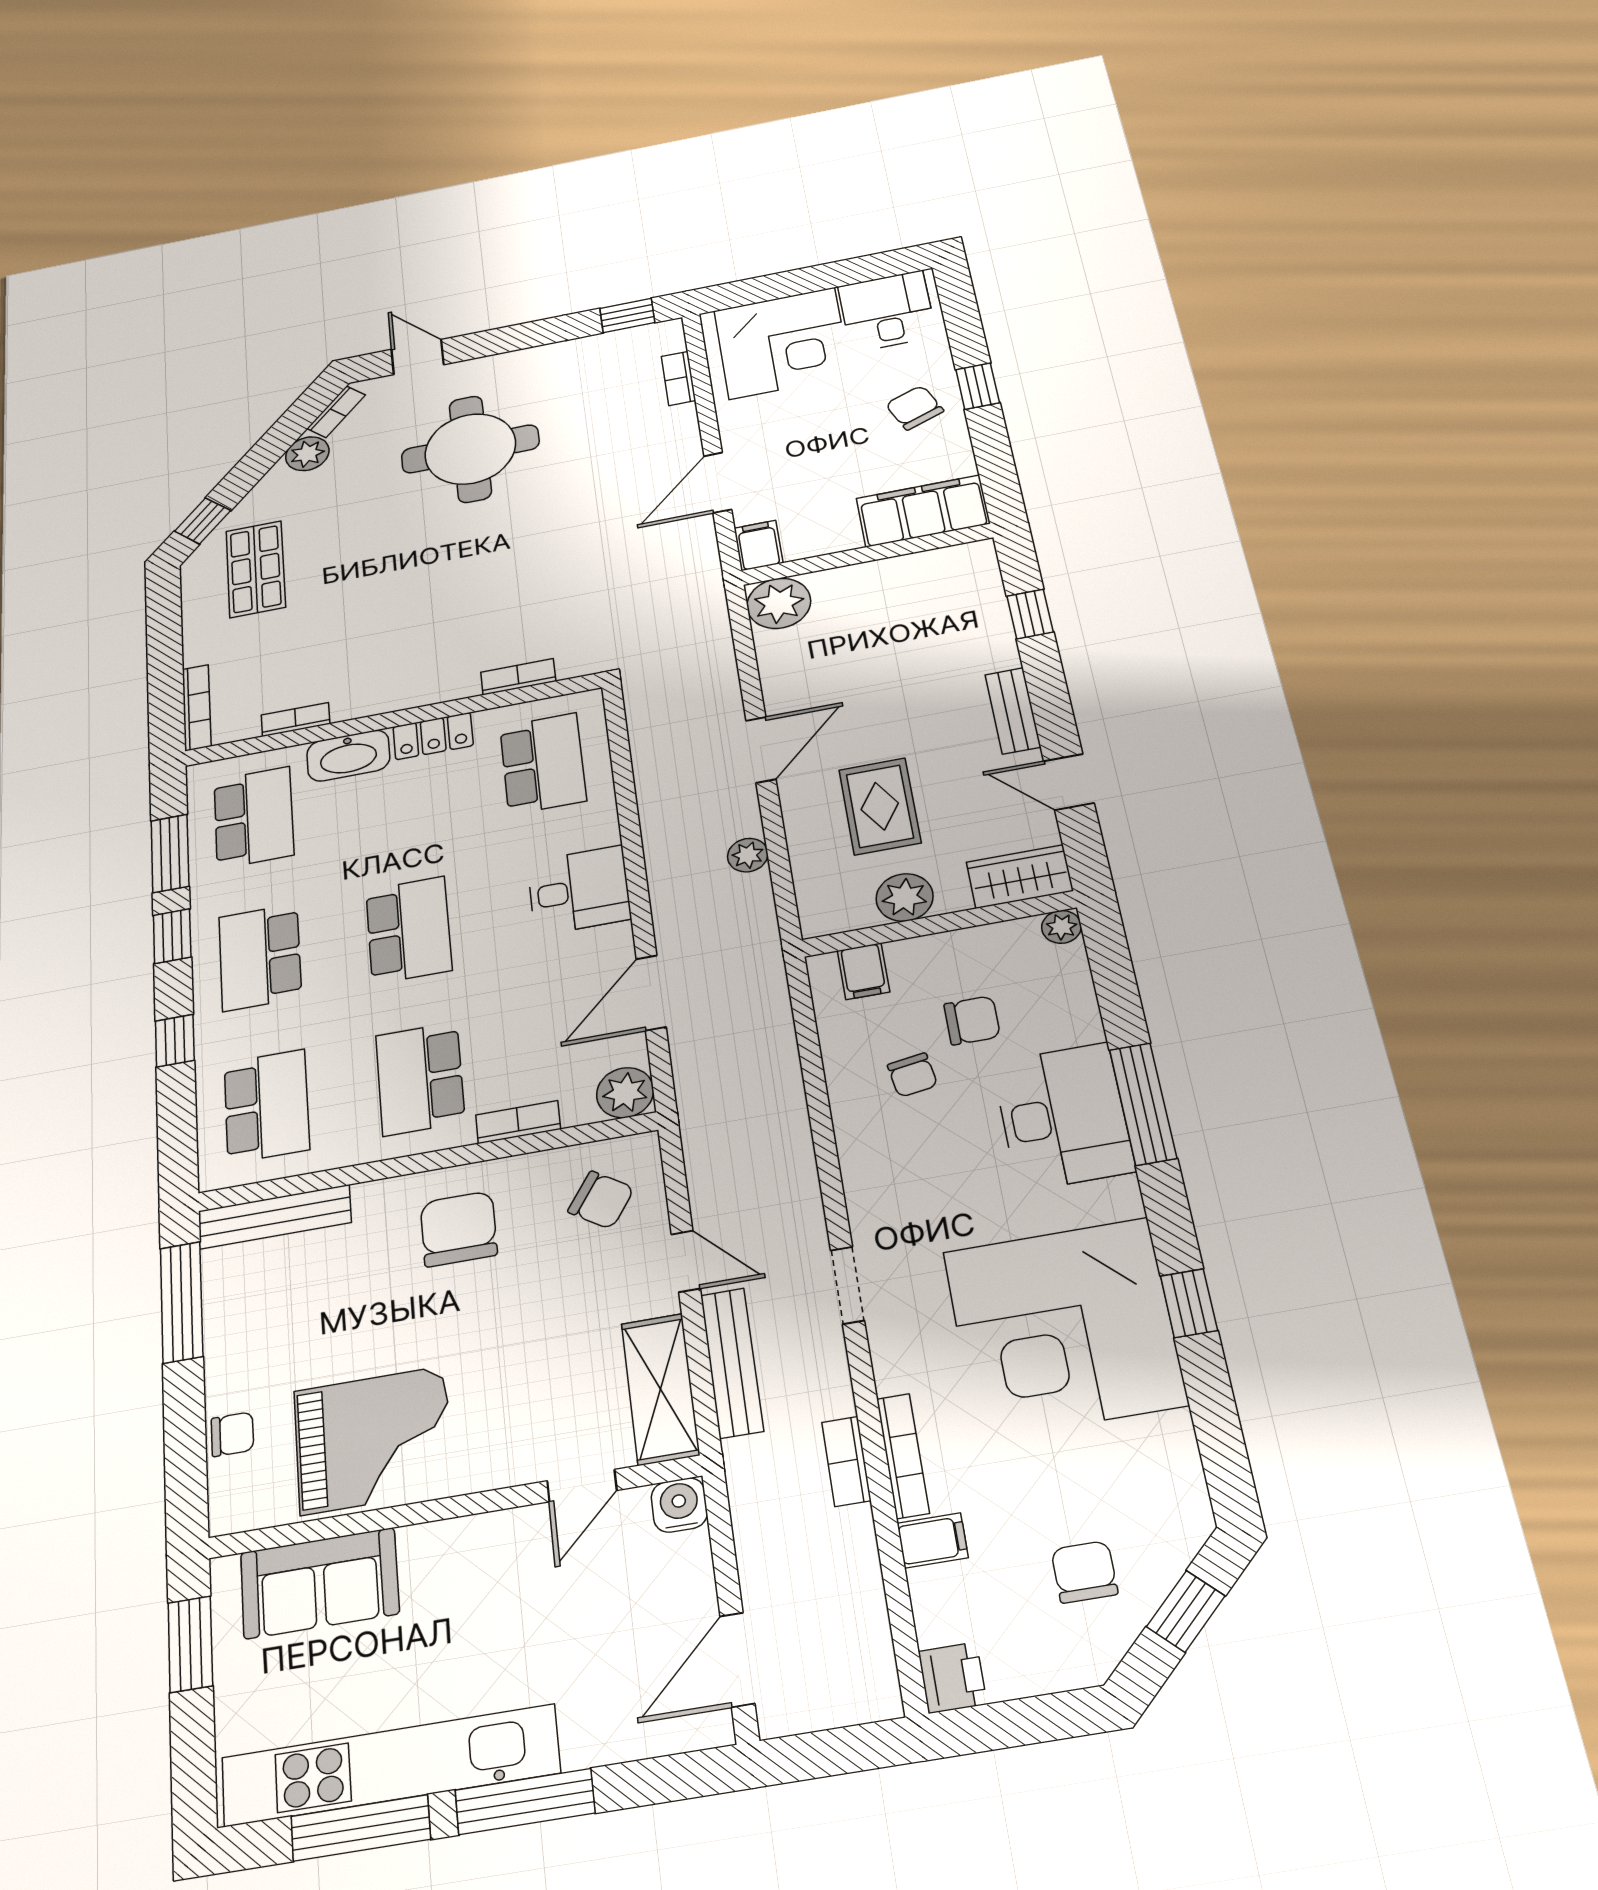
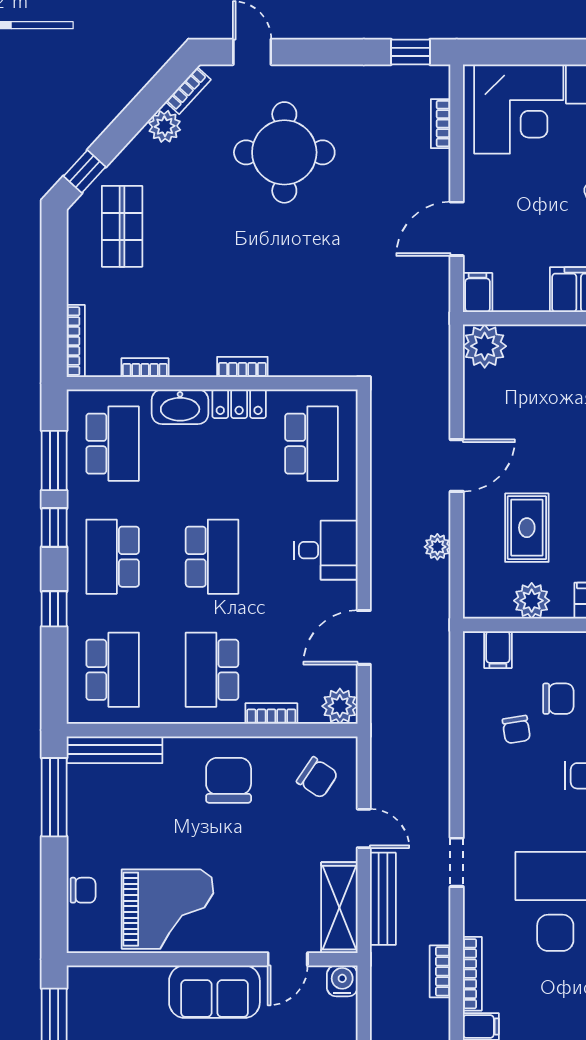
bookcase: (518, 677) -> (242, 367), moved
sofa: (320, 1583) -> (214, 992), moved

